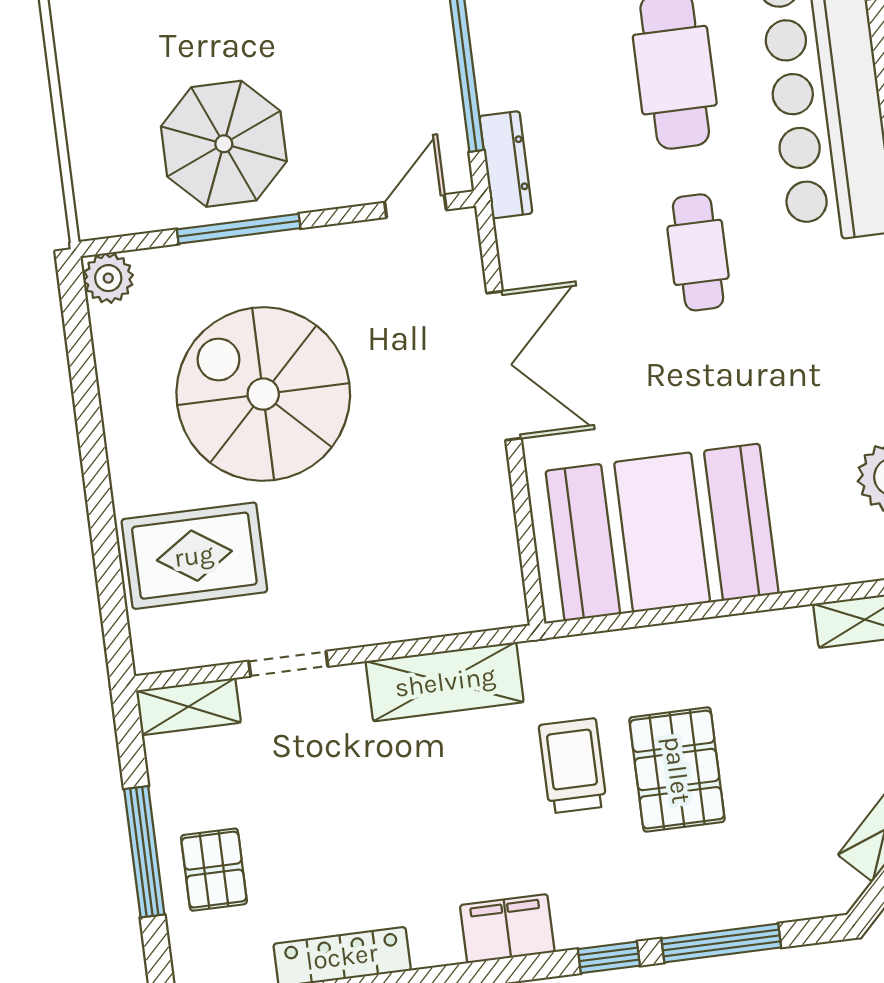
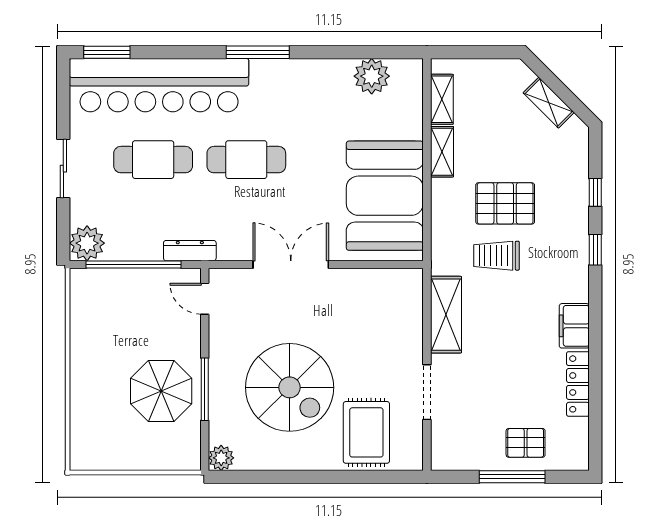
cafe table: (698, 252) -> (246, 160), width x1.37, depth x1.35
spiral stairs: (263, 394) -> (290, 387), turned -90
doorway: (288, 664) -> (427, 392), width x1.38
shelving: (188, 707) -> (442, 152), moved
filing cabinet: (507, 929) -> (574, 326), moved
window: (721, 943) -> (595, 192), width x0.46

